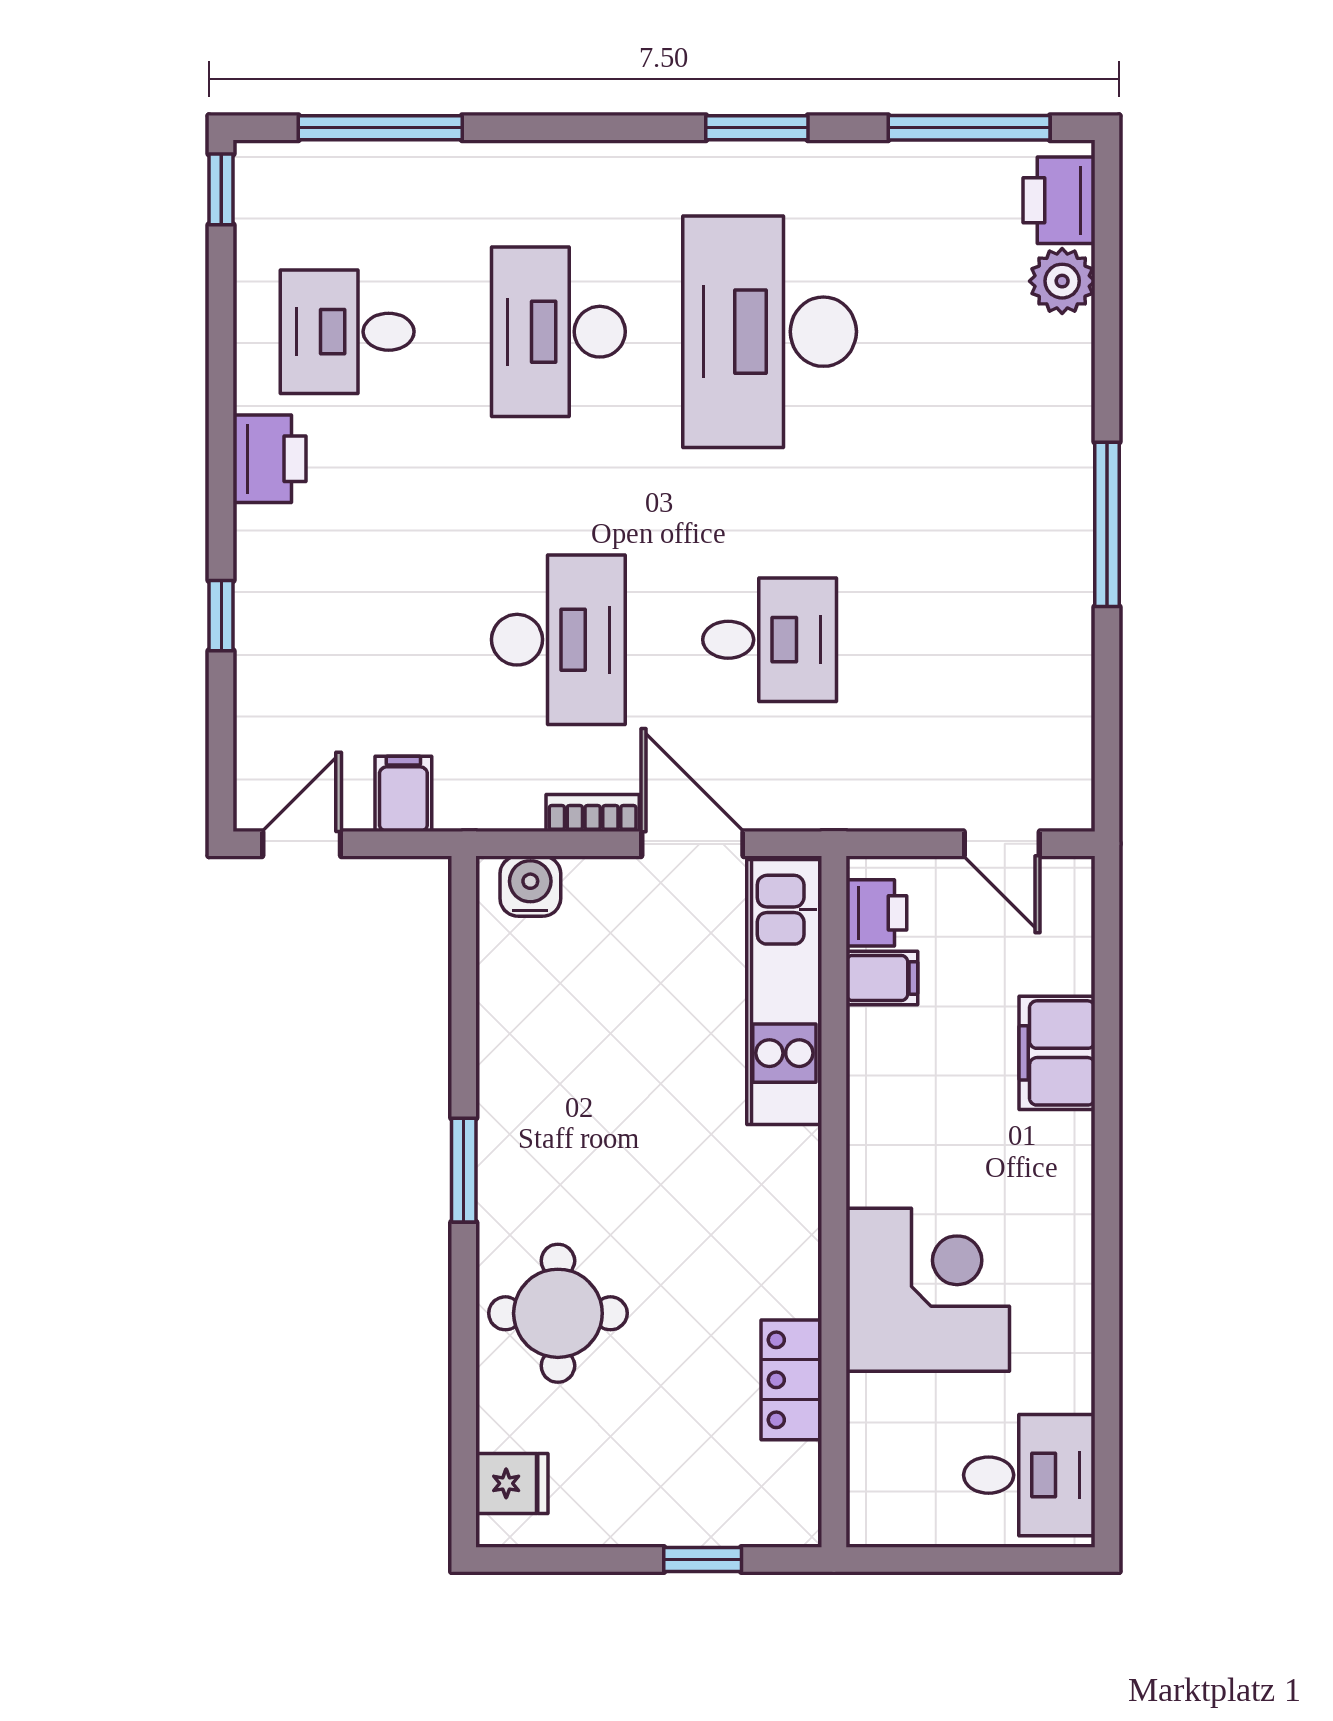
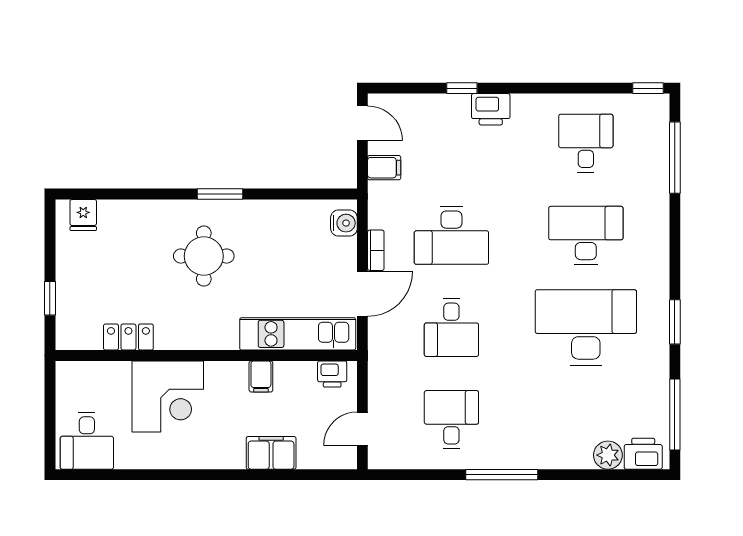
printer: (270, 459) -> (491, 109), moved
desk: (981, 640) -> (451, 420), added
filing cabinet: (882, 978) -> (261, 376), moved
round table: (558, 1313) -> (204, 256), moved

